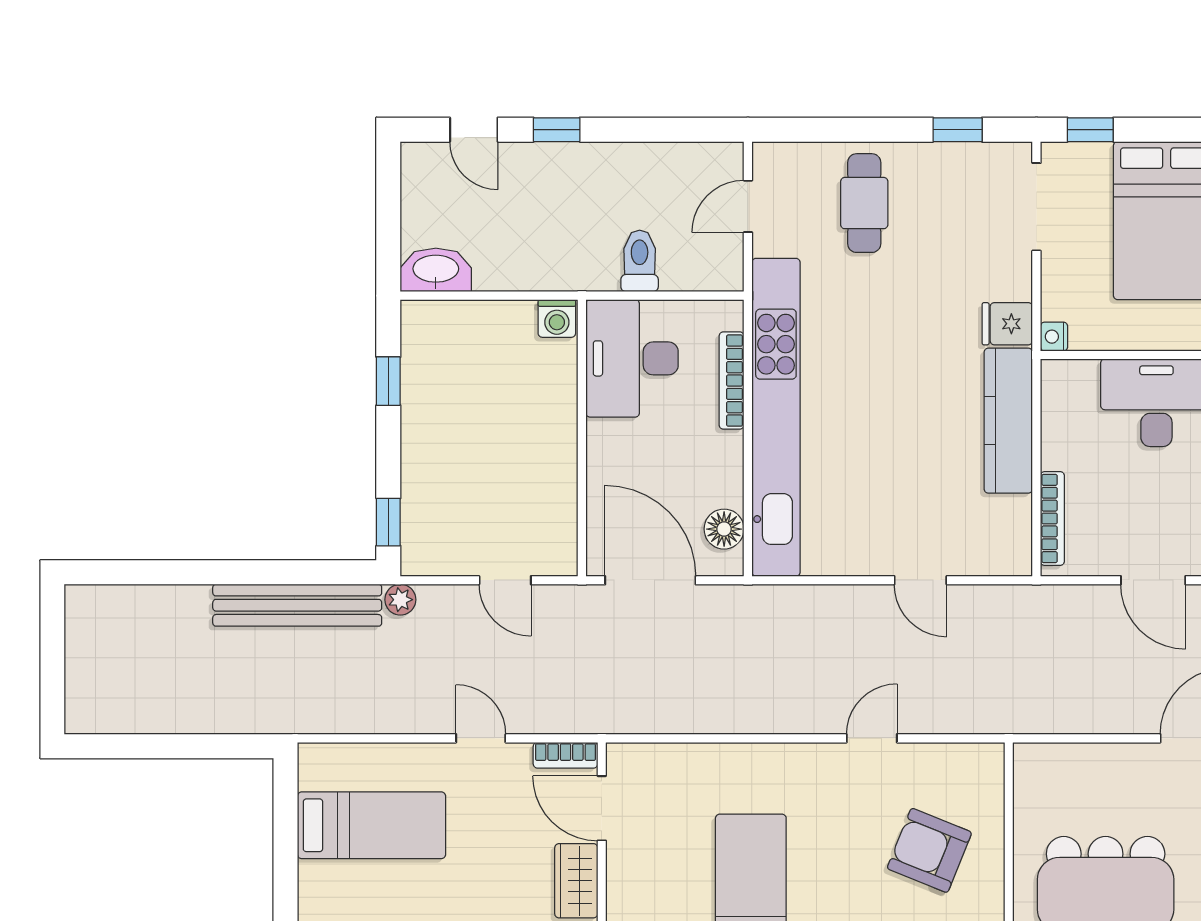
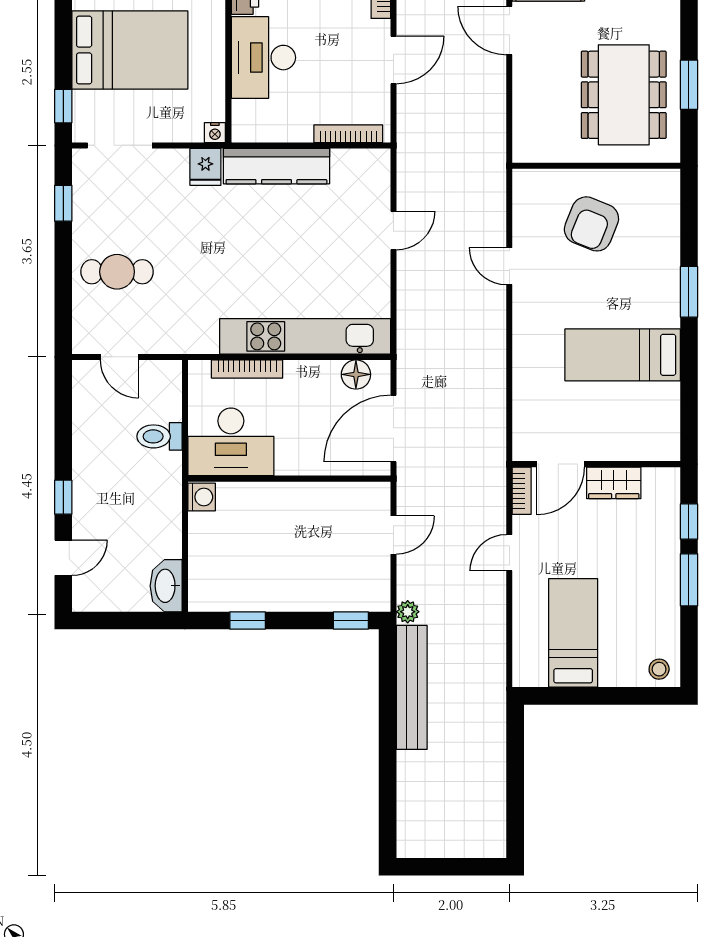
kitchen unit: (776, 417) -> (305, 336), width x0.73

